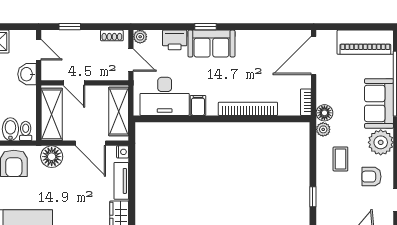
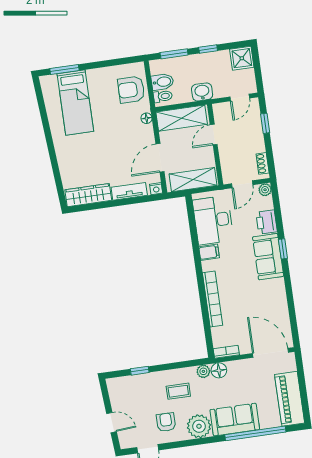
washbasin: (27, 74) -> (202, 92), moved
floor lamp: (52, 157) -> (146, 118), width x0.53, depth x0.53

